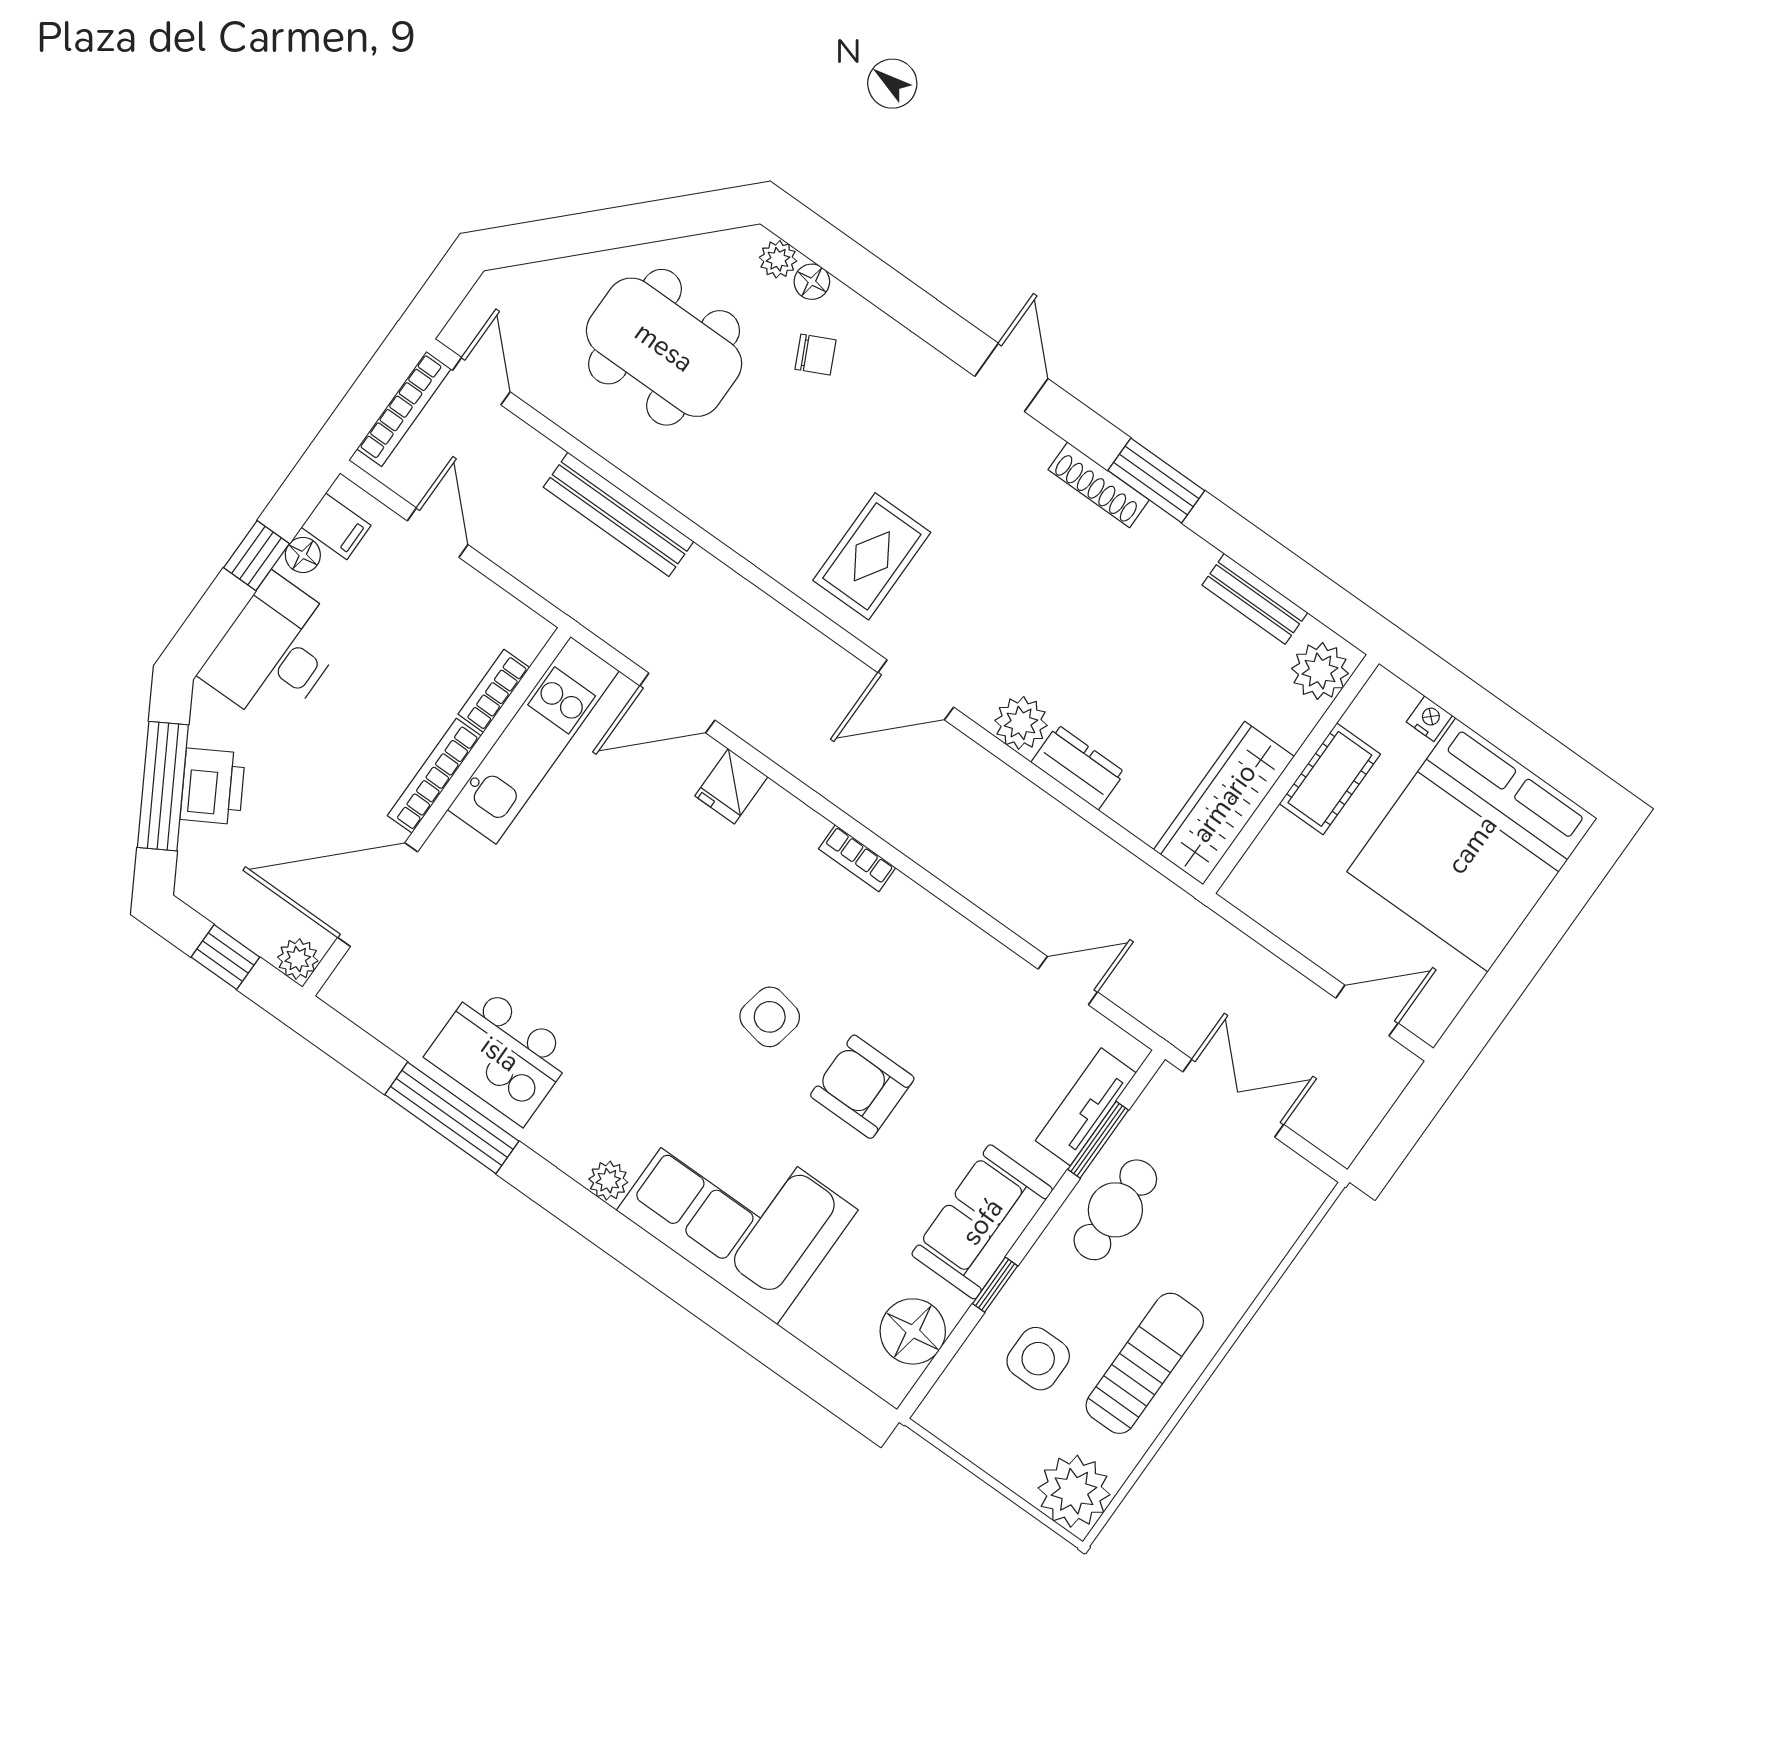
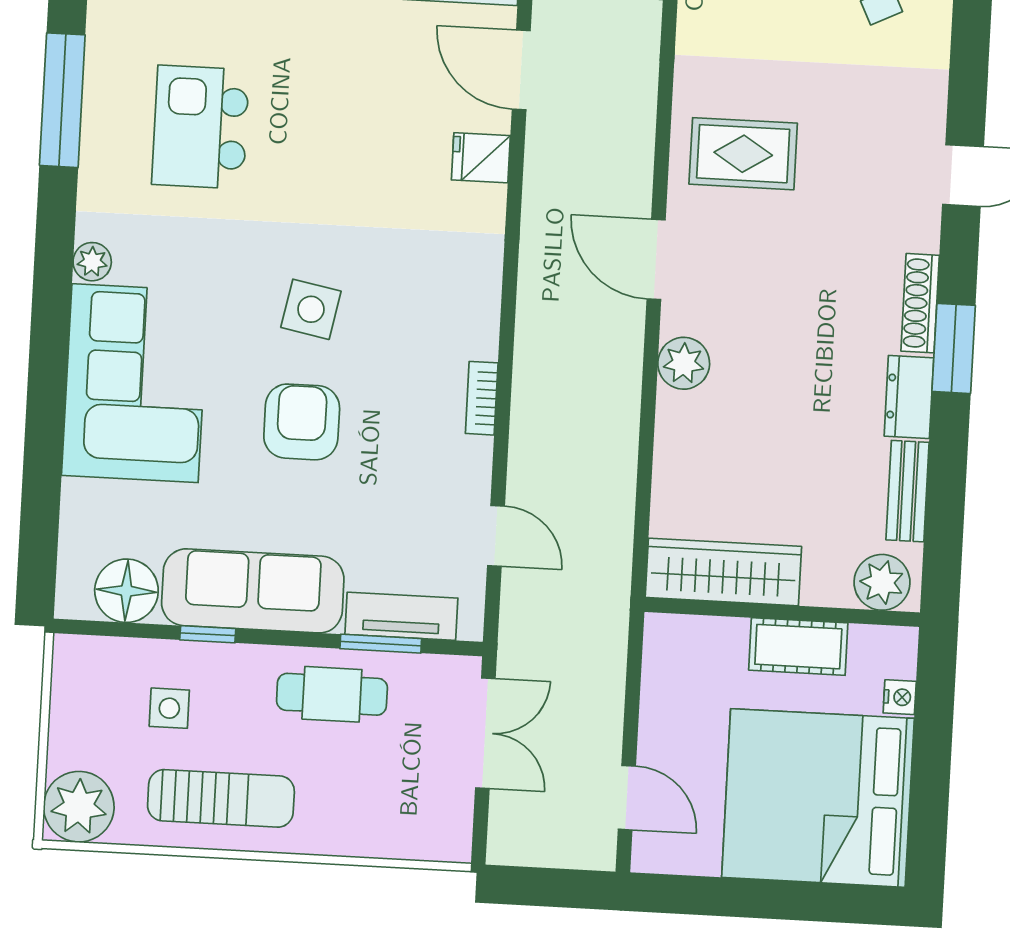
dresser: (1078, 767) -> (909, 397), moved, turned 180
bookcase: (857, 858) -> (482, 398), moved
kitchen island: (500, 1054) -> (200, 127), moved
sofa: (982, 1222) -> (253, 591), width x1.36
side table: (1038, 1359) -> (169, 708), width x0.73, depth x0.73

